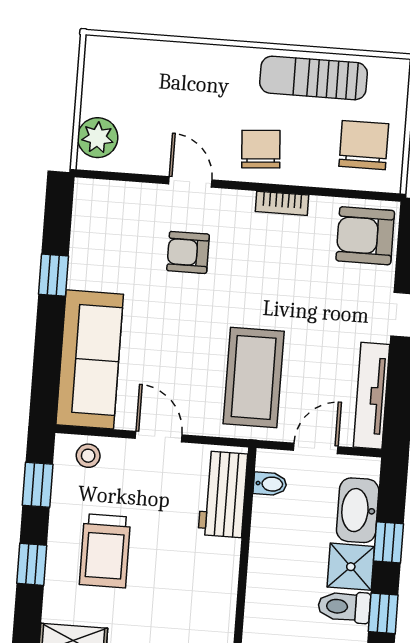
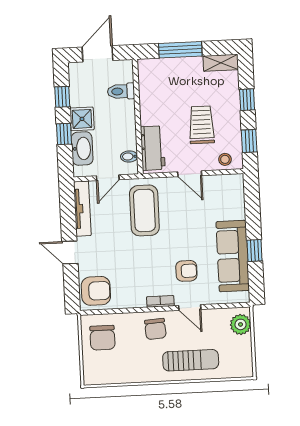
sun lounger: (314, 78) -> (191, 360), moved
bookcase: (282, 203) -> (160, 301), moved
sofa: (90, 359) -> (233, 256), moved
trolley: (105, 551) -> (202, 125), moved
toilet: (344, 607) -> (121, 91), moved, turned 180

